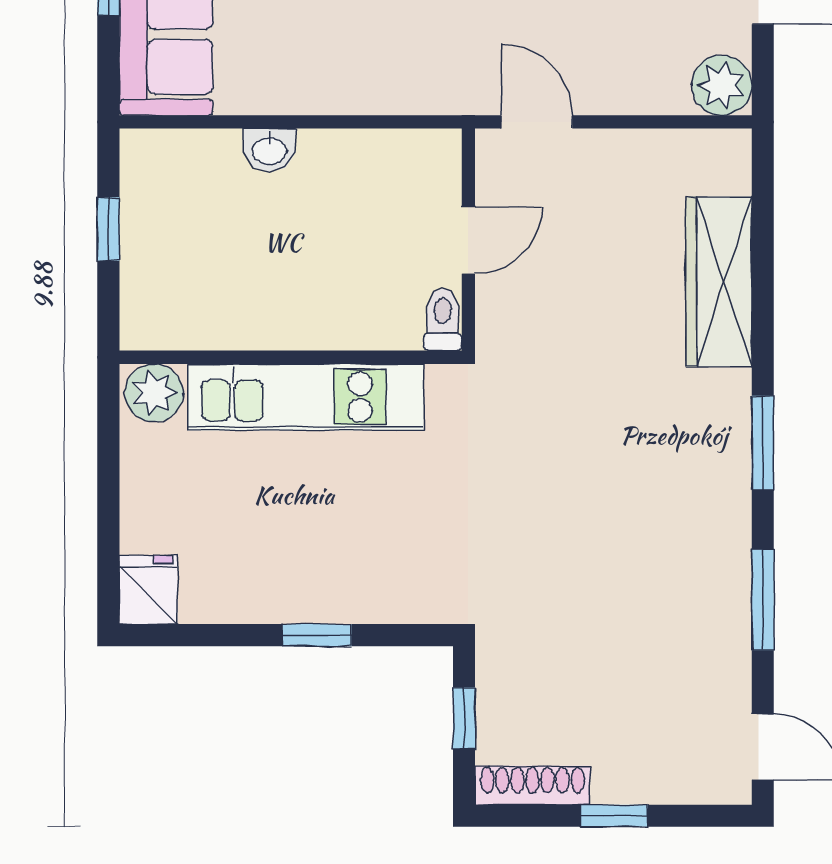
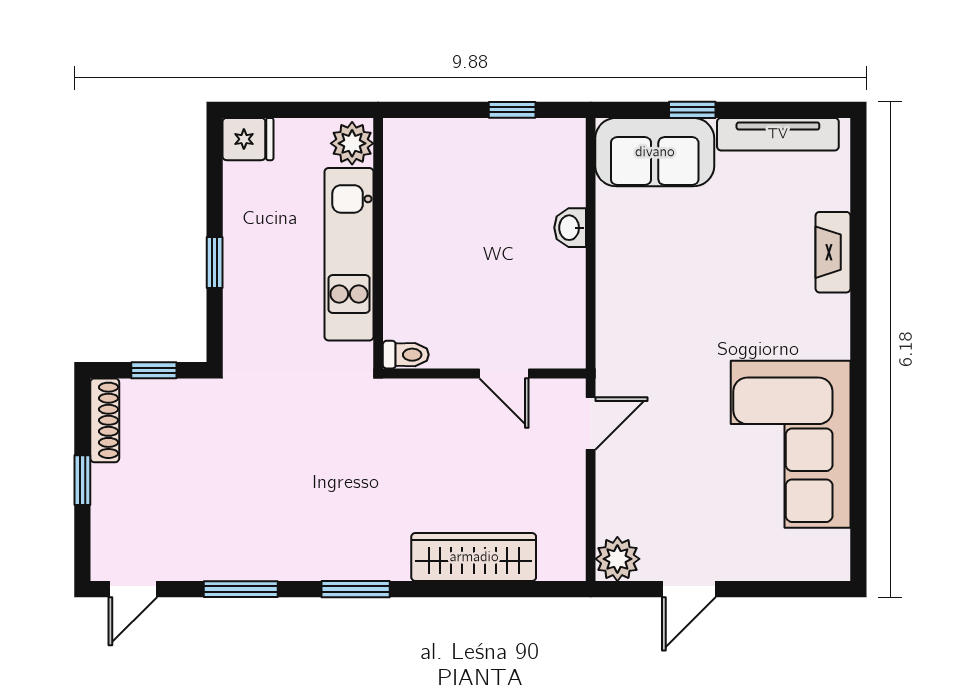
toilet: (443, 320) -> (406, 355), moved
wall: (291, 357) -> (378, 243), moved
plant: (154, 393) -> (352, 143), moved
kitchen unit: (306, 397) -> (349, 254), moved

